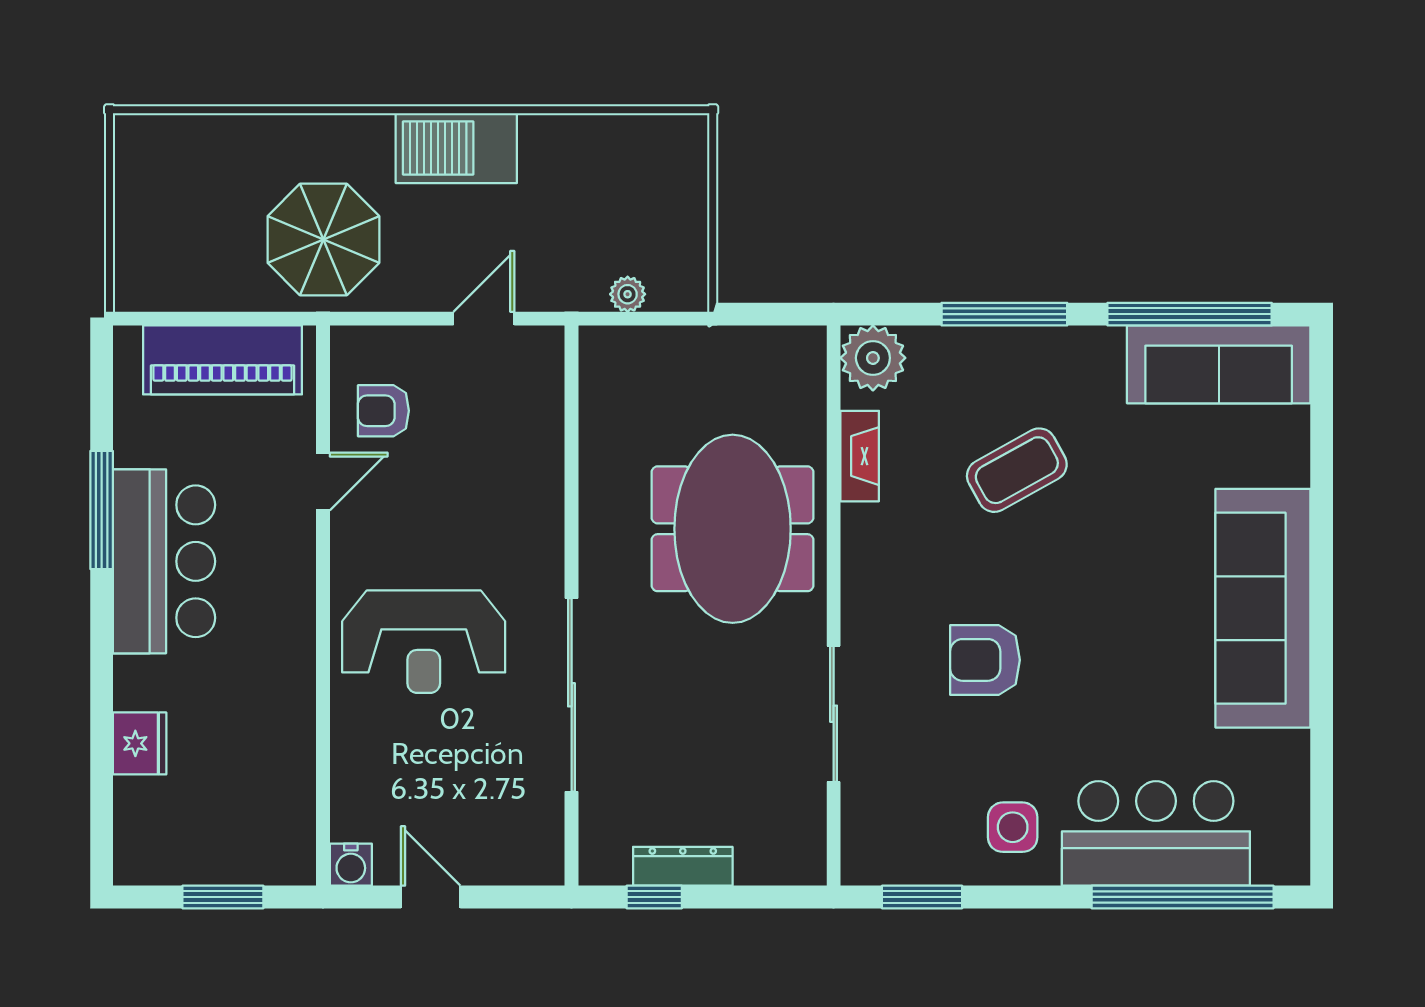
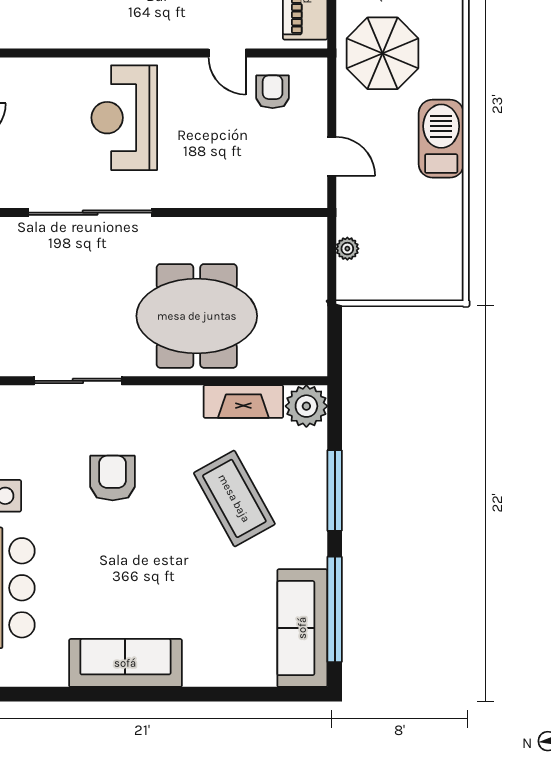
fireplace: (860, 456) -> (243, 402), width x1.37, depth x1.32
coffee table: (1017, 470) -> (234, 498), width x1.36, depth x1.32
sofa: (1263, 608) -> (125, 663), width x0.74, depth x0.79

